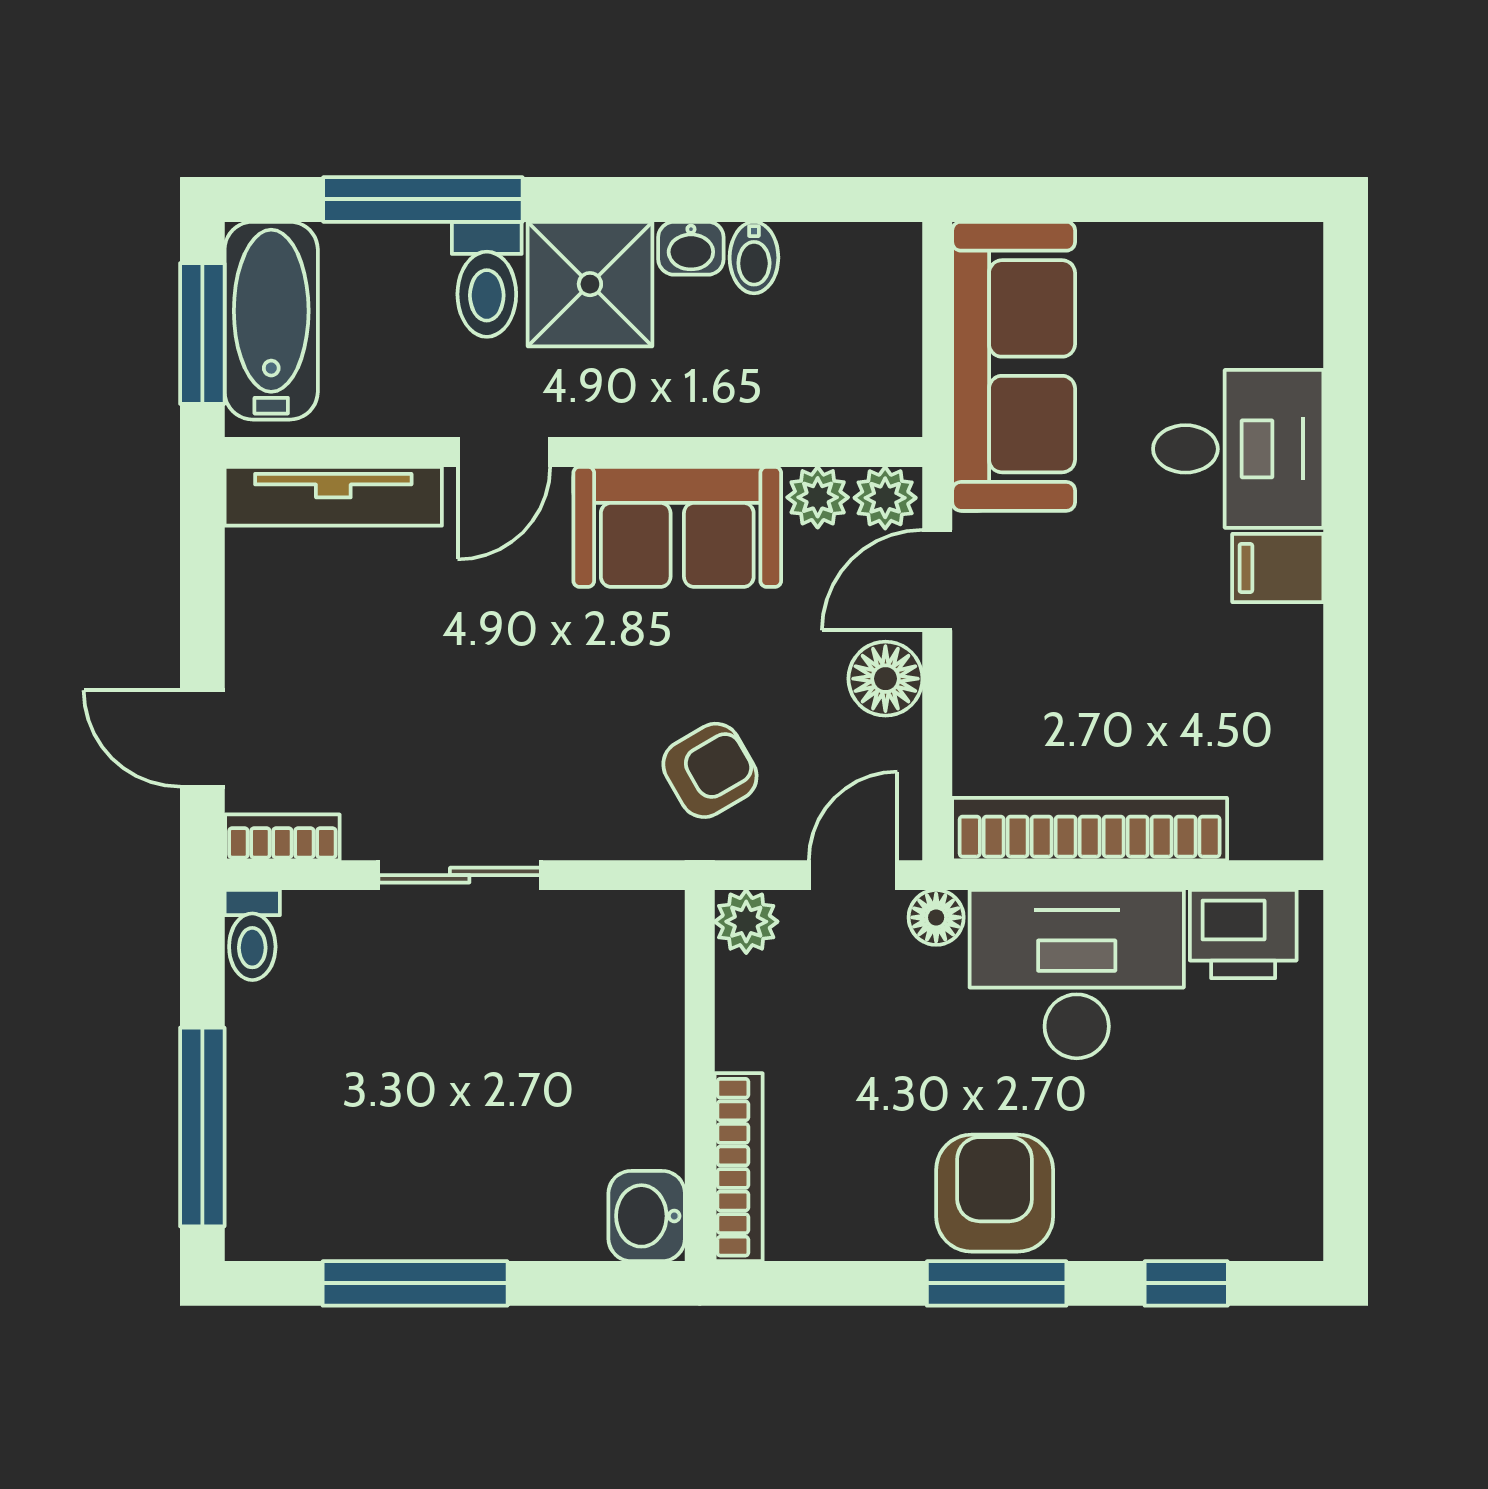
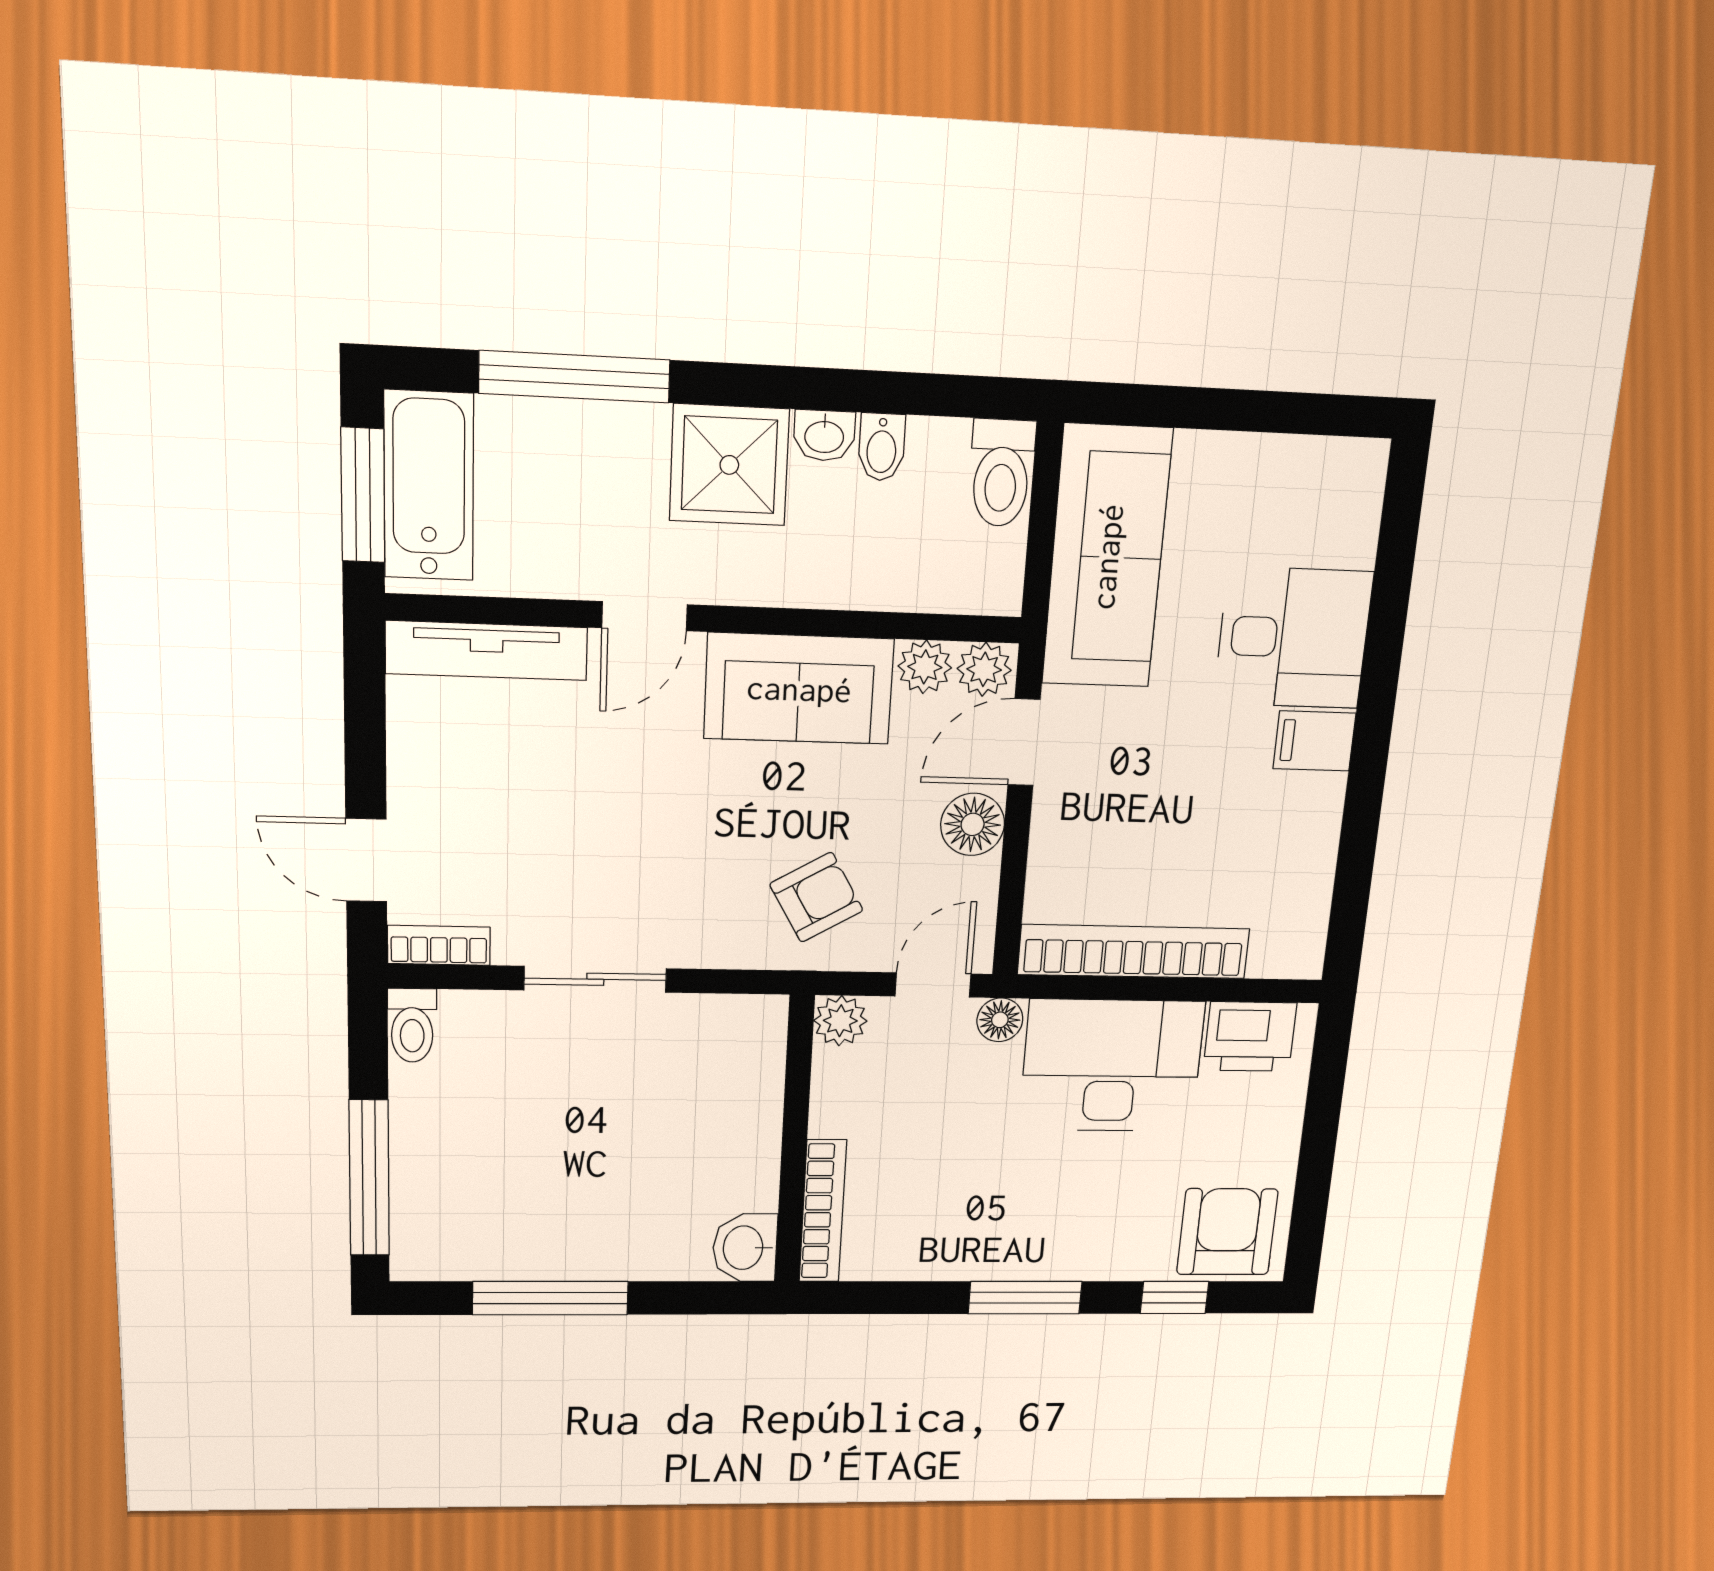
toilet: (487, 279) -> (1001, 473), moved
armchair: (995, 1193) -> (1227, 1232), moved

